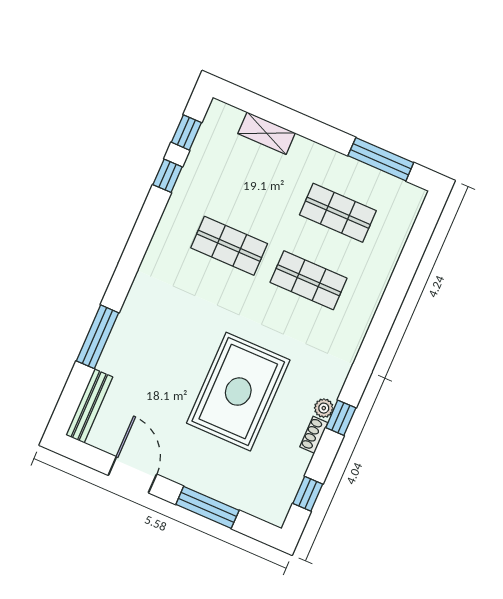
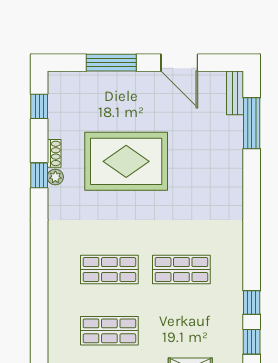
window: (98, 337) -> (252, 123), moved
rug: (238, 392) -> (126, 161), turned 90
bench: (89, 406) -> (235, 93), width x0.73

